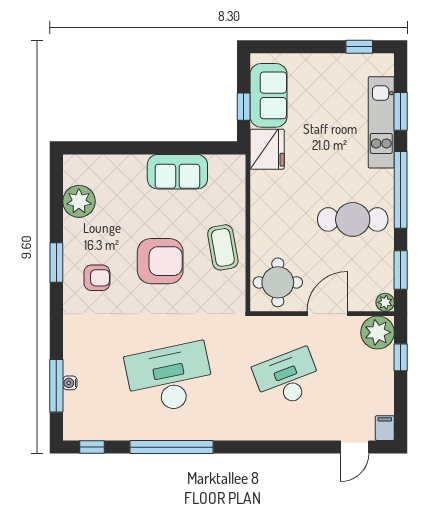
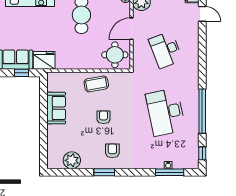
armchair: (160, 261) -> (104, 117), width x0.53, depth x0.53
door: (327, 314) -> (131, 29), hinge flipped

